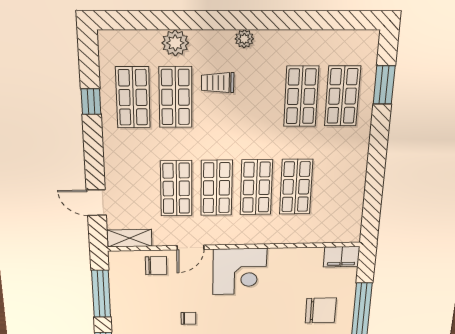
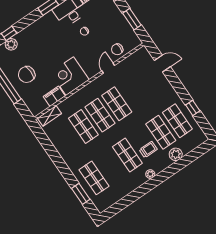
shop shelf: (301, 96) -> (127, 155), moved
shop shelf: (176, 188) -> (133, 92), removed
shelving: (130, 238) -> (49, 116), moved
filing cabinet: (342, 257) -> (54, 96), moved
corner desk: (240, 272) -> (70, 76), moved
window: (101, 294) -> (132, 19), width x0.69

